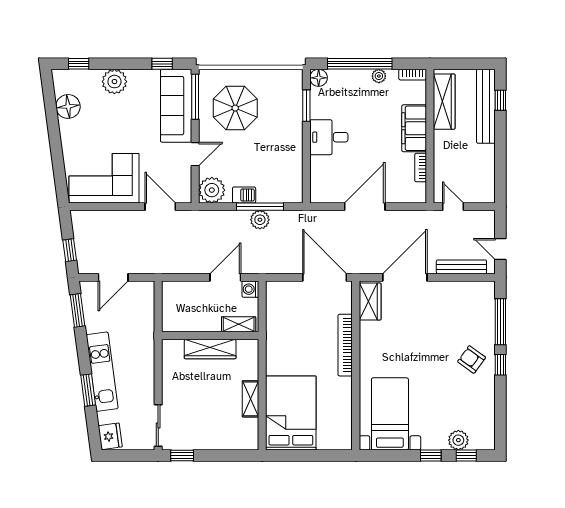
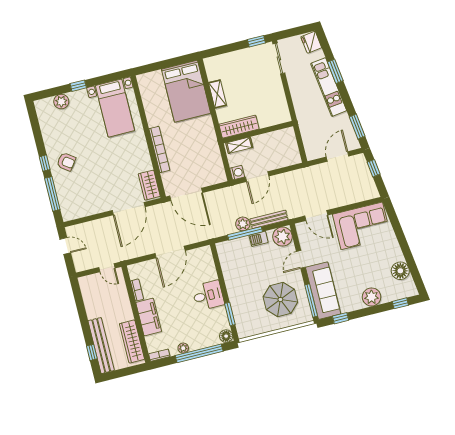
bench: (461, 267) -> (269, 219), moved
wardrobe: (210, 349) -> (239, 127), moved
window: (466, 456) -> (53, 92), removed

